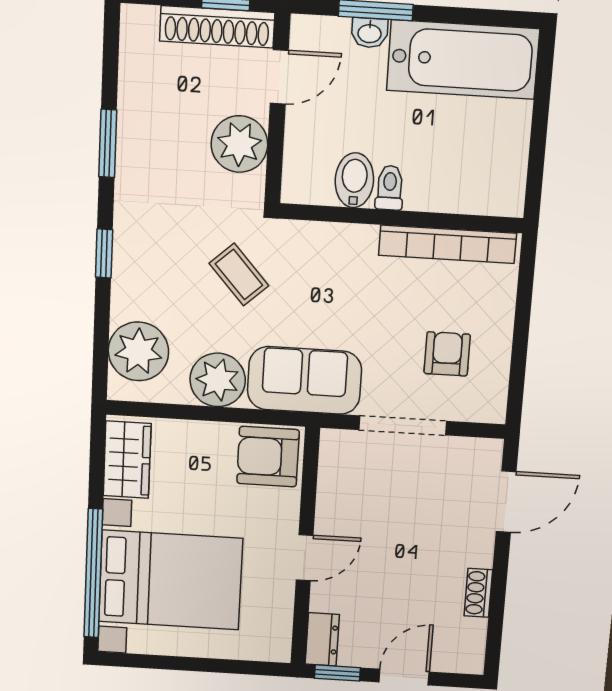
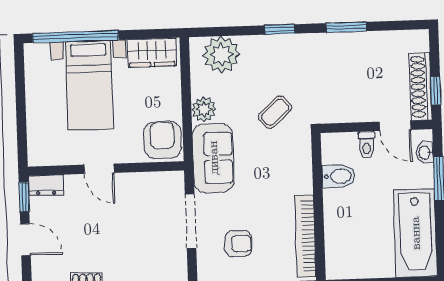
washbasin: (370, 33) -> (425, 153), moved
plant: (239, 144) -> (353, 106), removed
toilet: (390, 188) -> (367, 145), moved, turned 90
plant: (218, 380) -> (204, 109), width x0.73, depth x0.73
bed with nightstands: (171, 580) -> (89, 85), width x0.73

